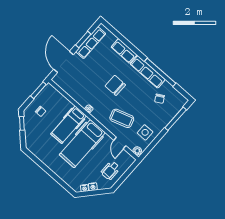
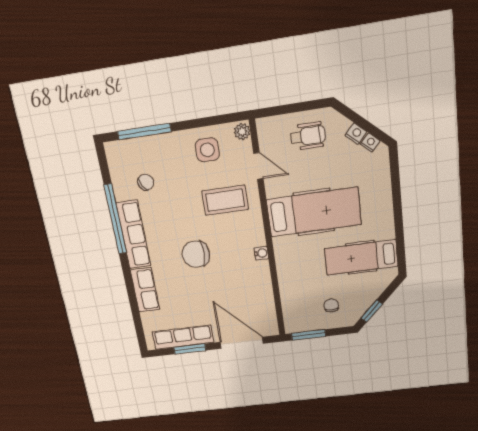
door: (63, 62) -> (242, 343), swing flipped
chair: (115, 85) -> (196, 254), turned 90
coffee table: (122, 118) -> (225, 200), turned -72
hospital bed: (69, 125) -> (361, 257), moved, turned 180
door: (120, 143) -> (258, 166), hinge flipped

